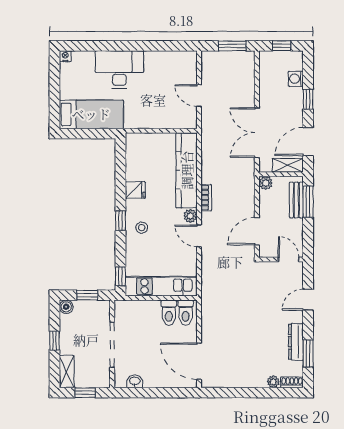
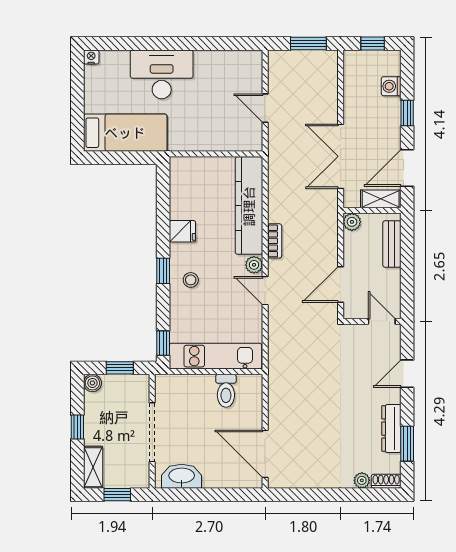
window: (308, 202) -> (407, 246), removed
toilet: (186, 313) -> (248, 391), removed
washbasin: (135, 381) -> (182, 476), width x1.91, depth x1.45

